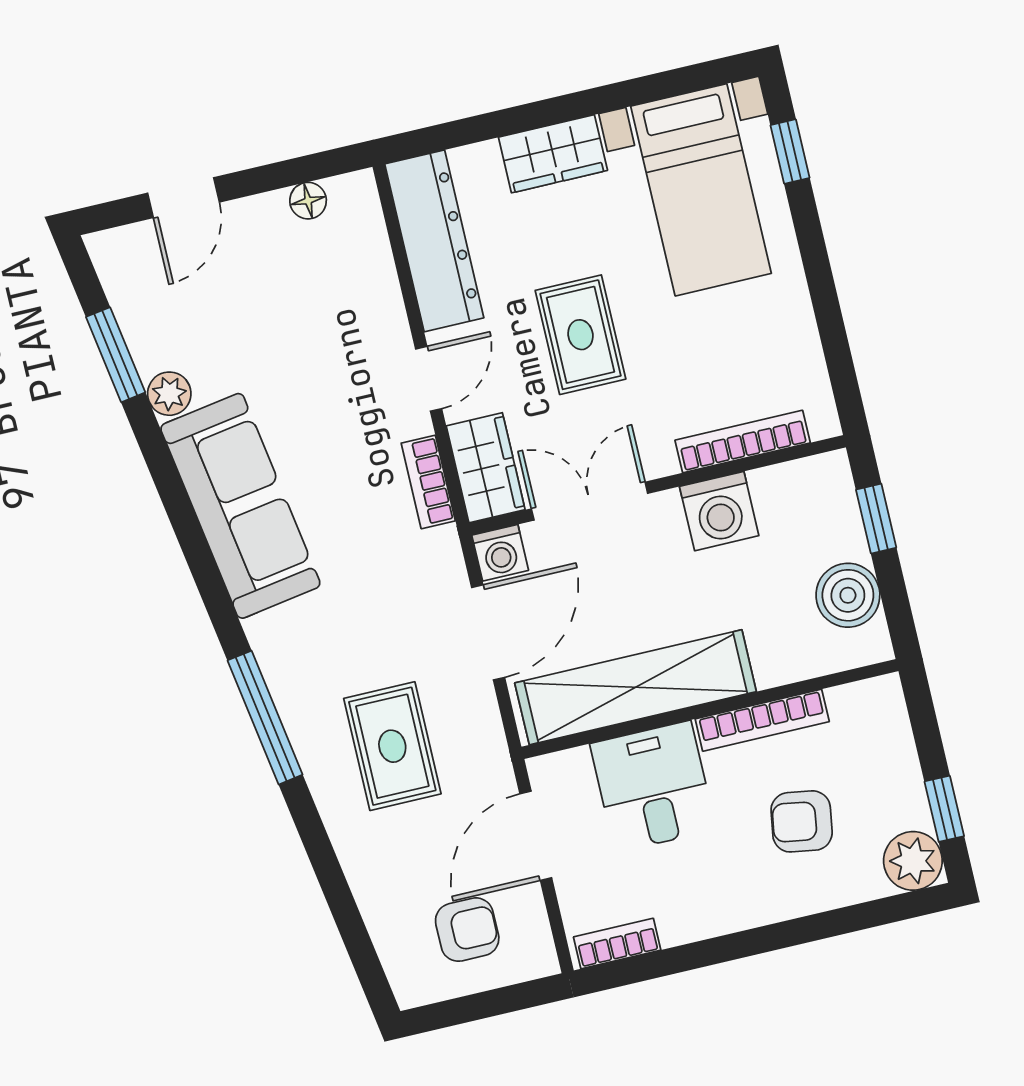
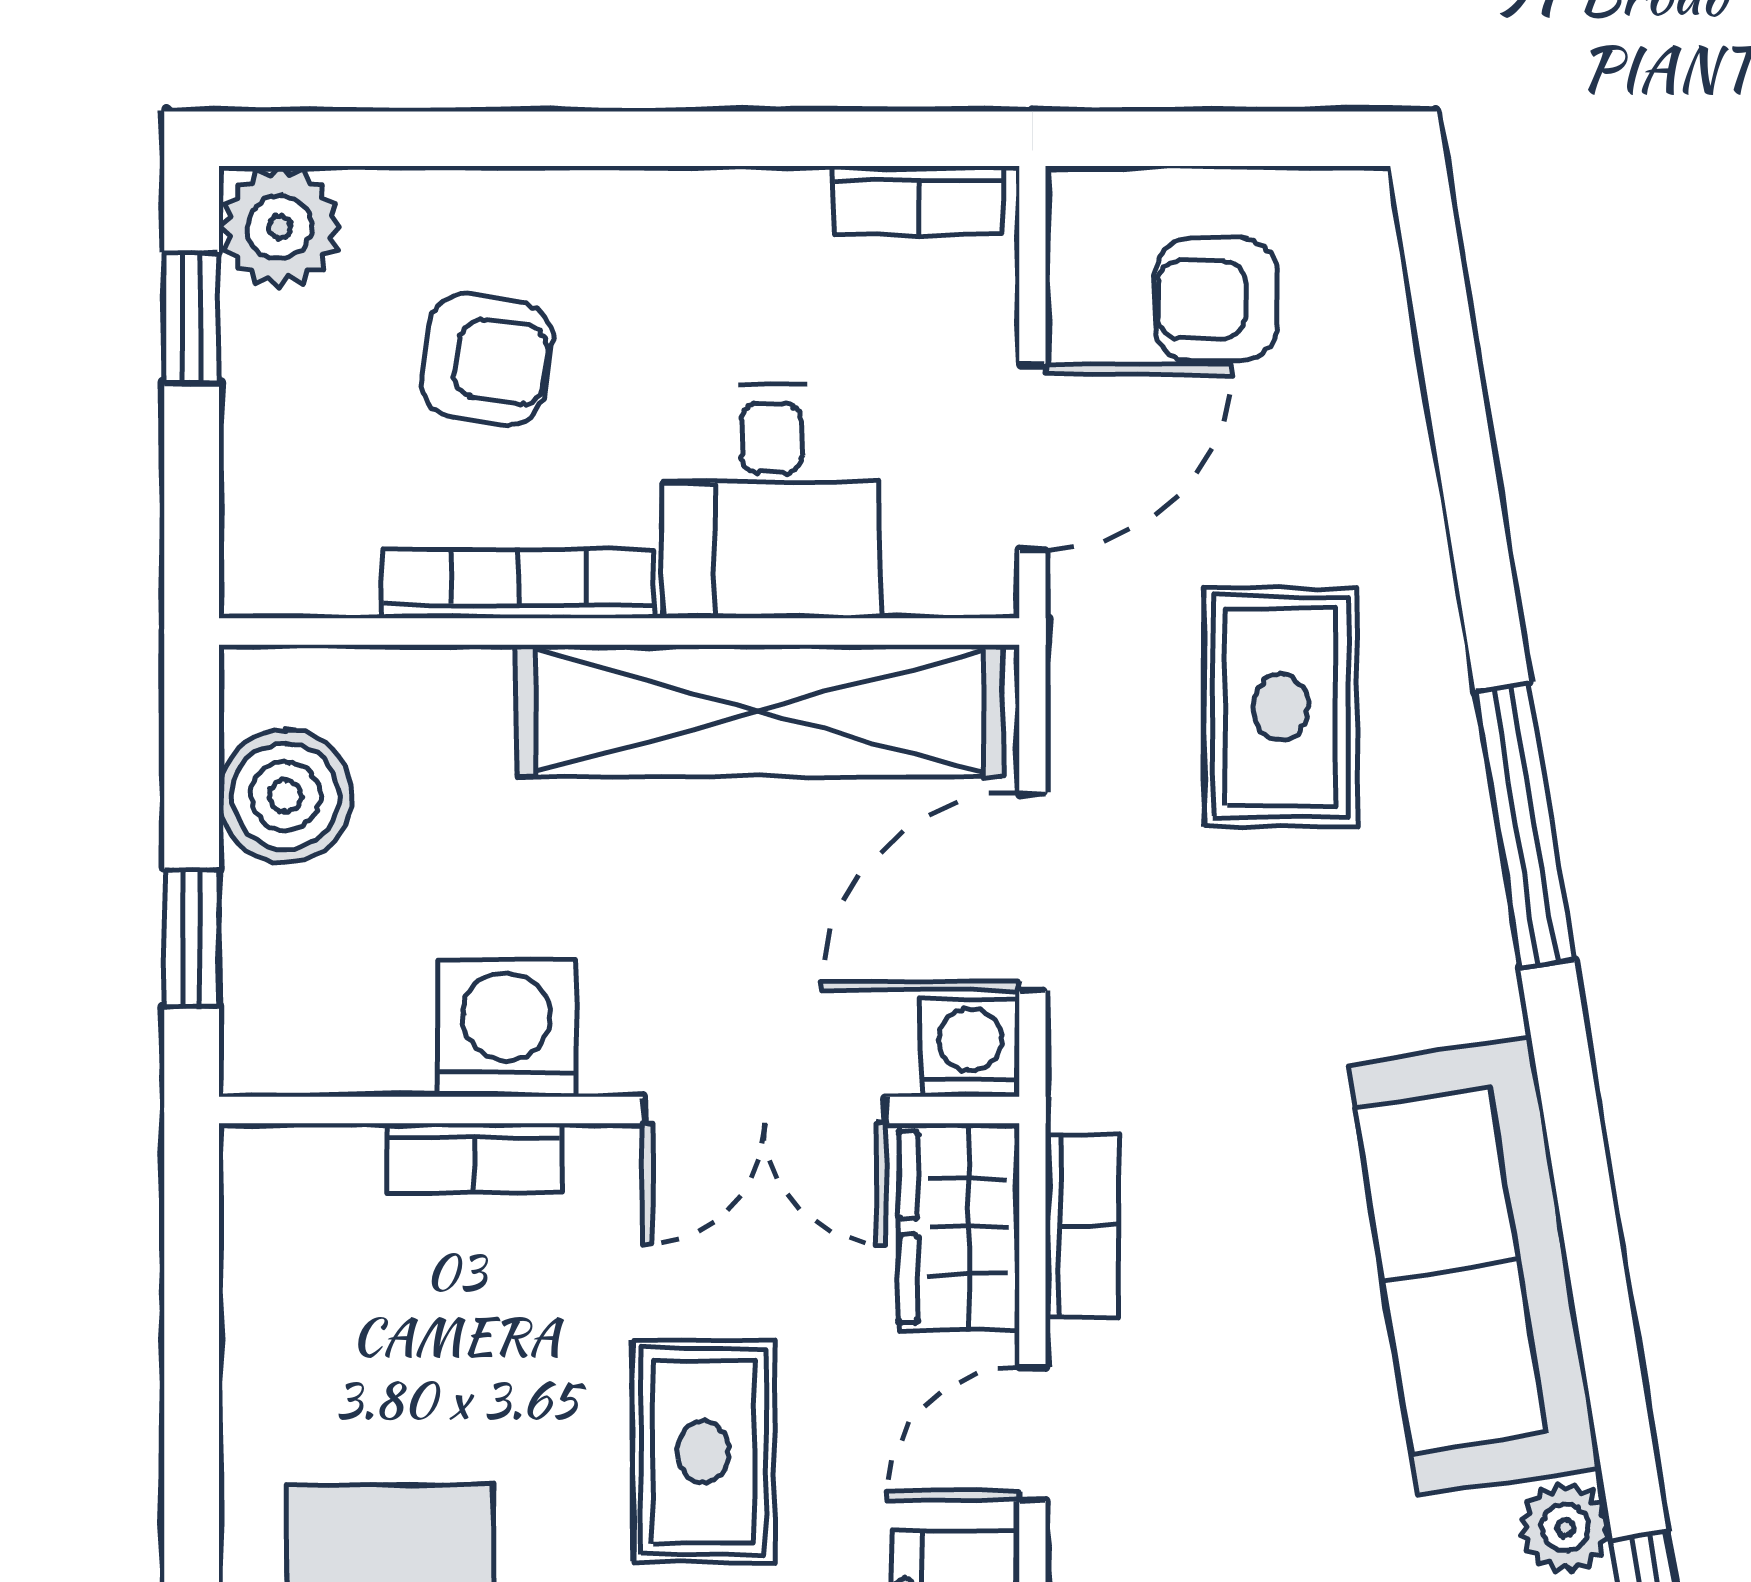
bookcase: (743, 442) -> (475, 1158), width x0.64

